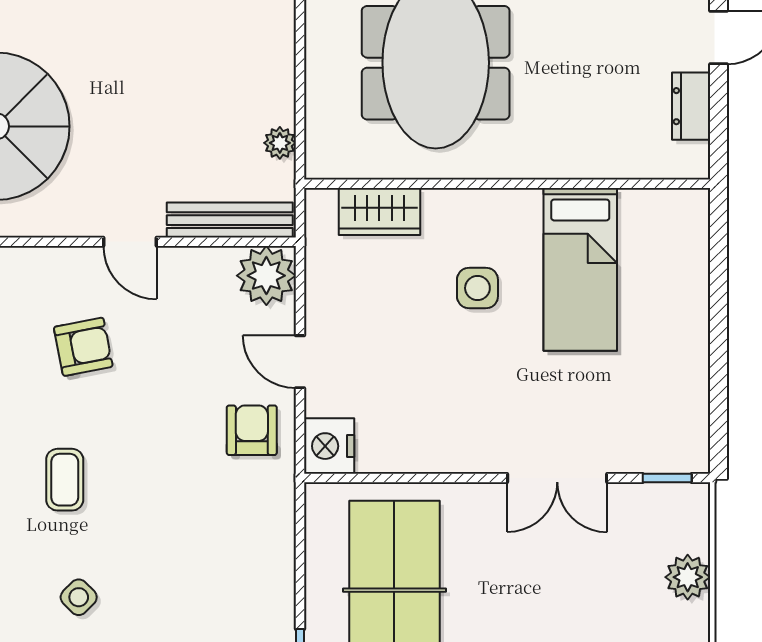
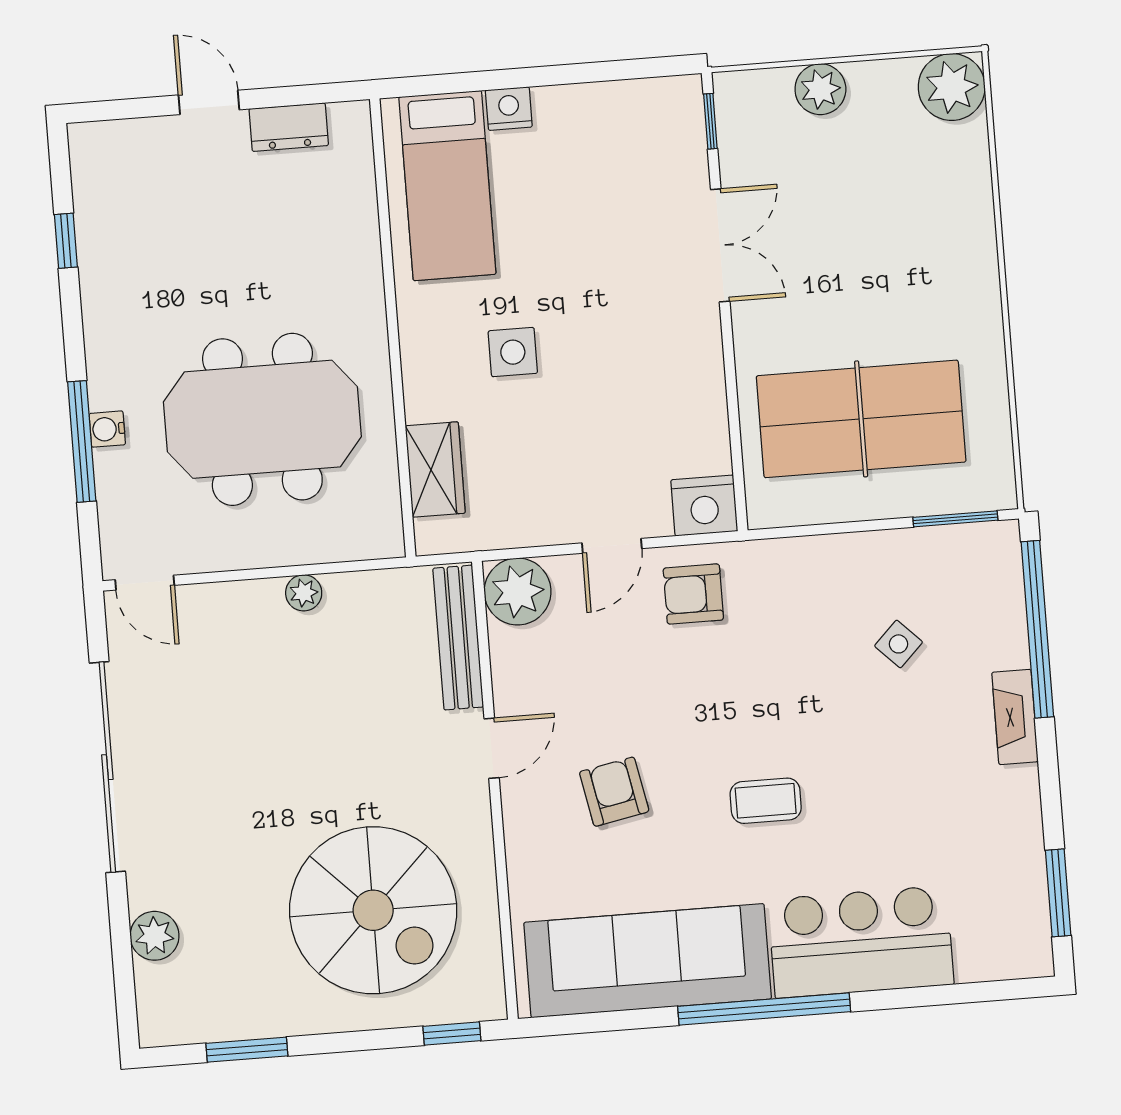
plant: (280, 143) -> (304, 593), moved
bed: (580, 269) -> (447, 186), moved, turned 90
nightstand: (692, 301) -> (509, 109), added
side table: (79, 597) -> (899, 644), moved

